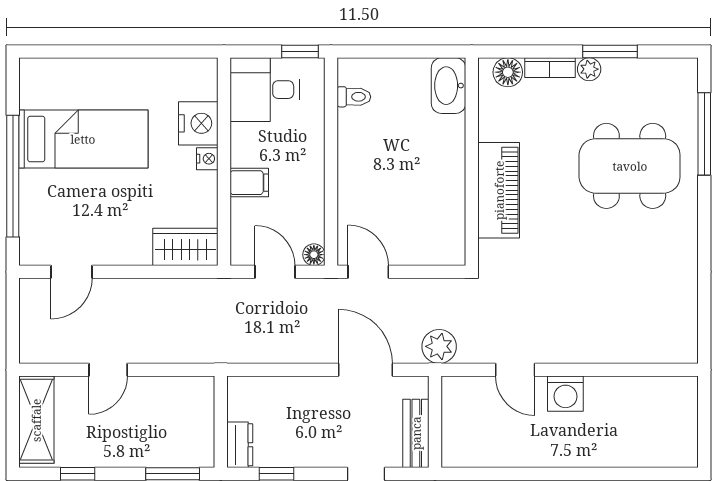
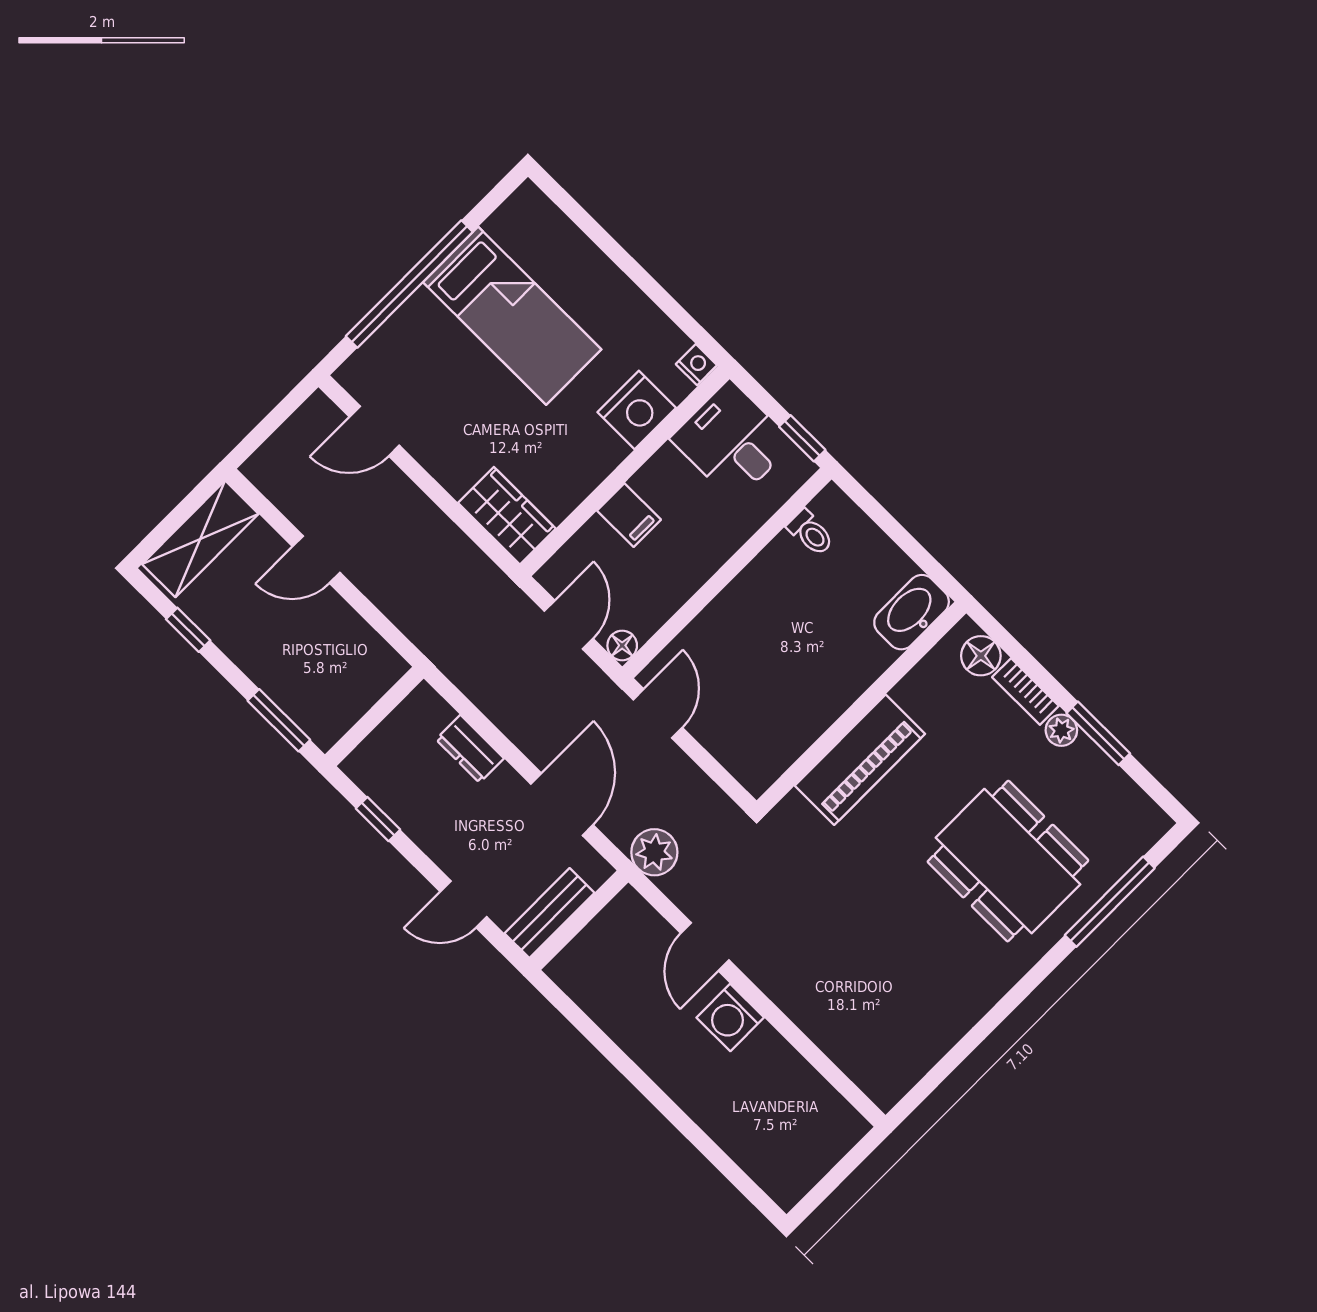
nightstand: (207, 159) -> (696, 365), moved, turned -90
dresser: (240, 445) -> (470, 749), moved, turned 90

